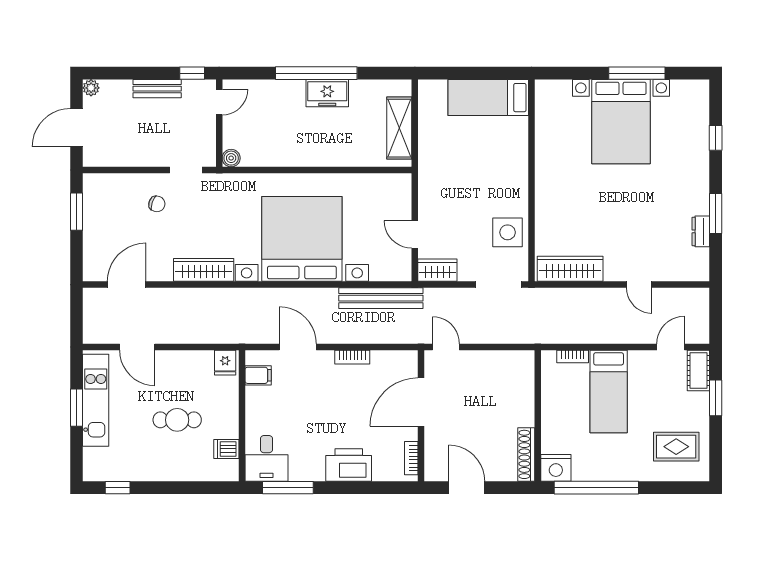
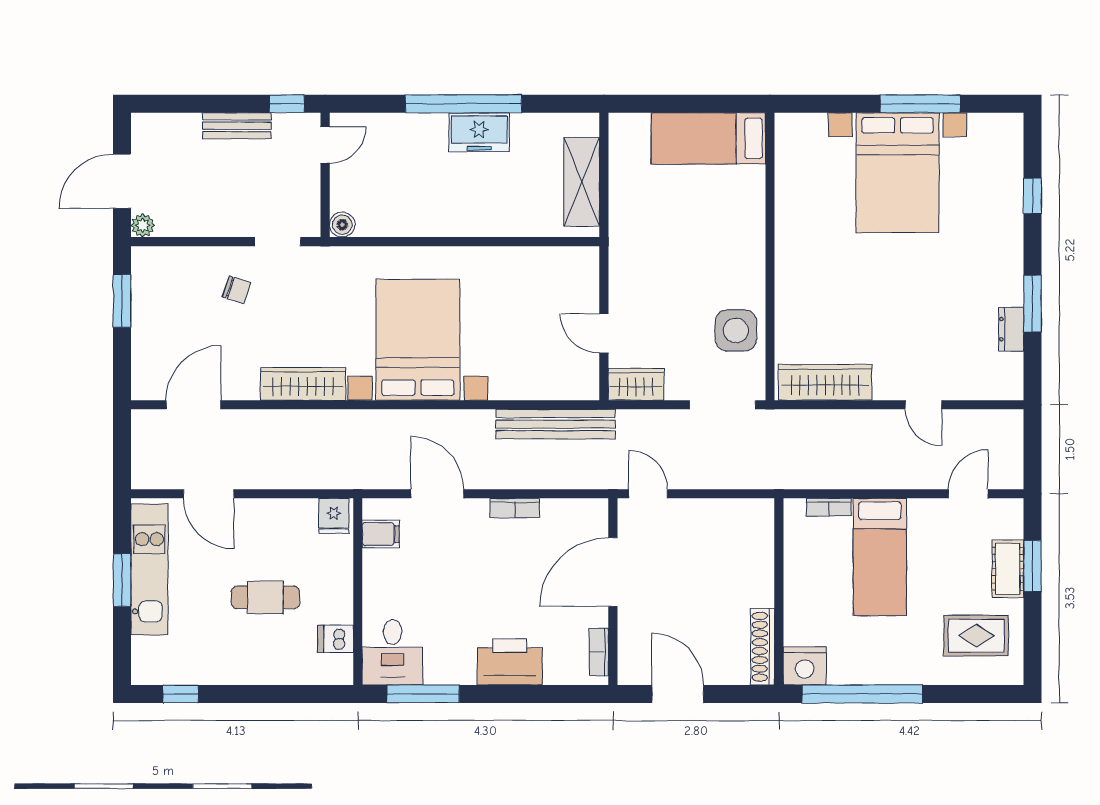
plant: (91, 88) -> (143, 225), moved
bed with nightstands: (302, 239) -> (418, 340), width x0.73
cot: (698, 370) -> (1008, 569), moved

